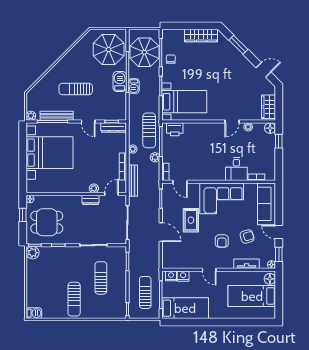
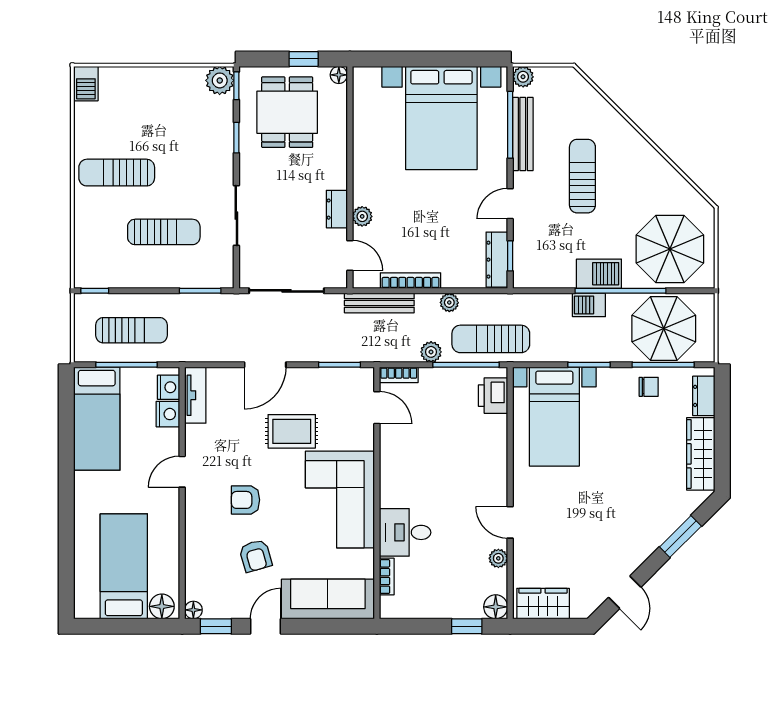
dresser: (175, 34) -> (704, 396), added
door: (180, 182) -> (377, 408), swing flipped
tv unit: (247, 264) -> (195, 395), moved

